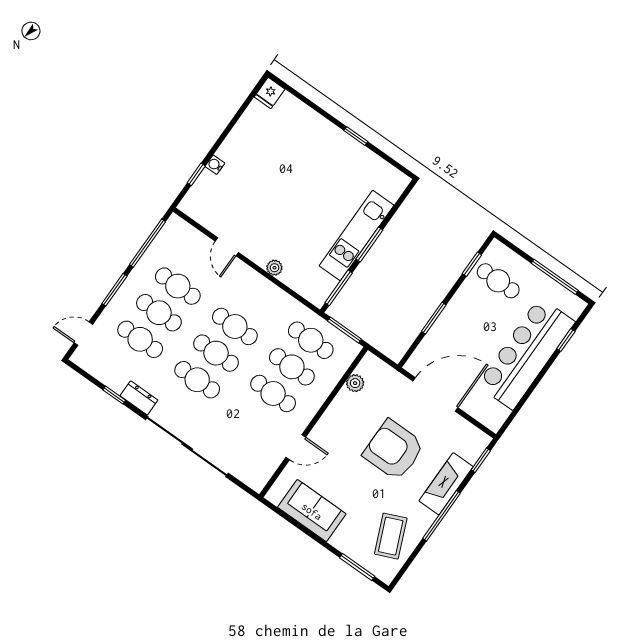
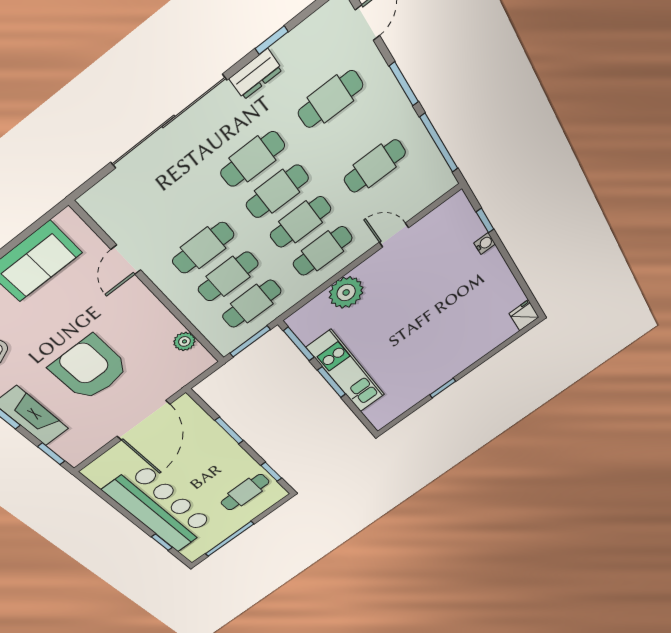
plant: (274, 268) -> (346, 292), width x1.87, depth x1.87
cafe table: (159, 313) -> (323, 251), moved
armchair: (394, 450) -> (90, 368), turned -90

